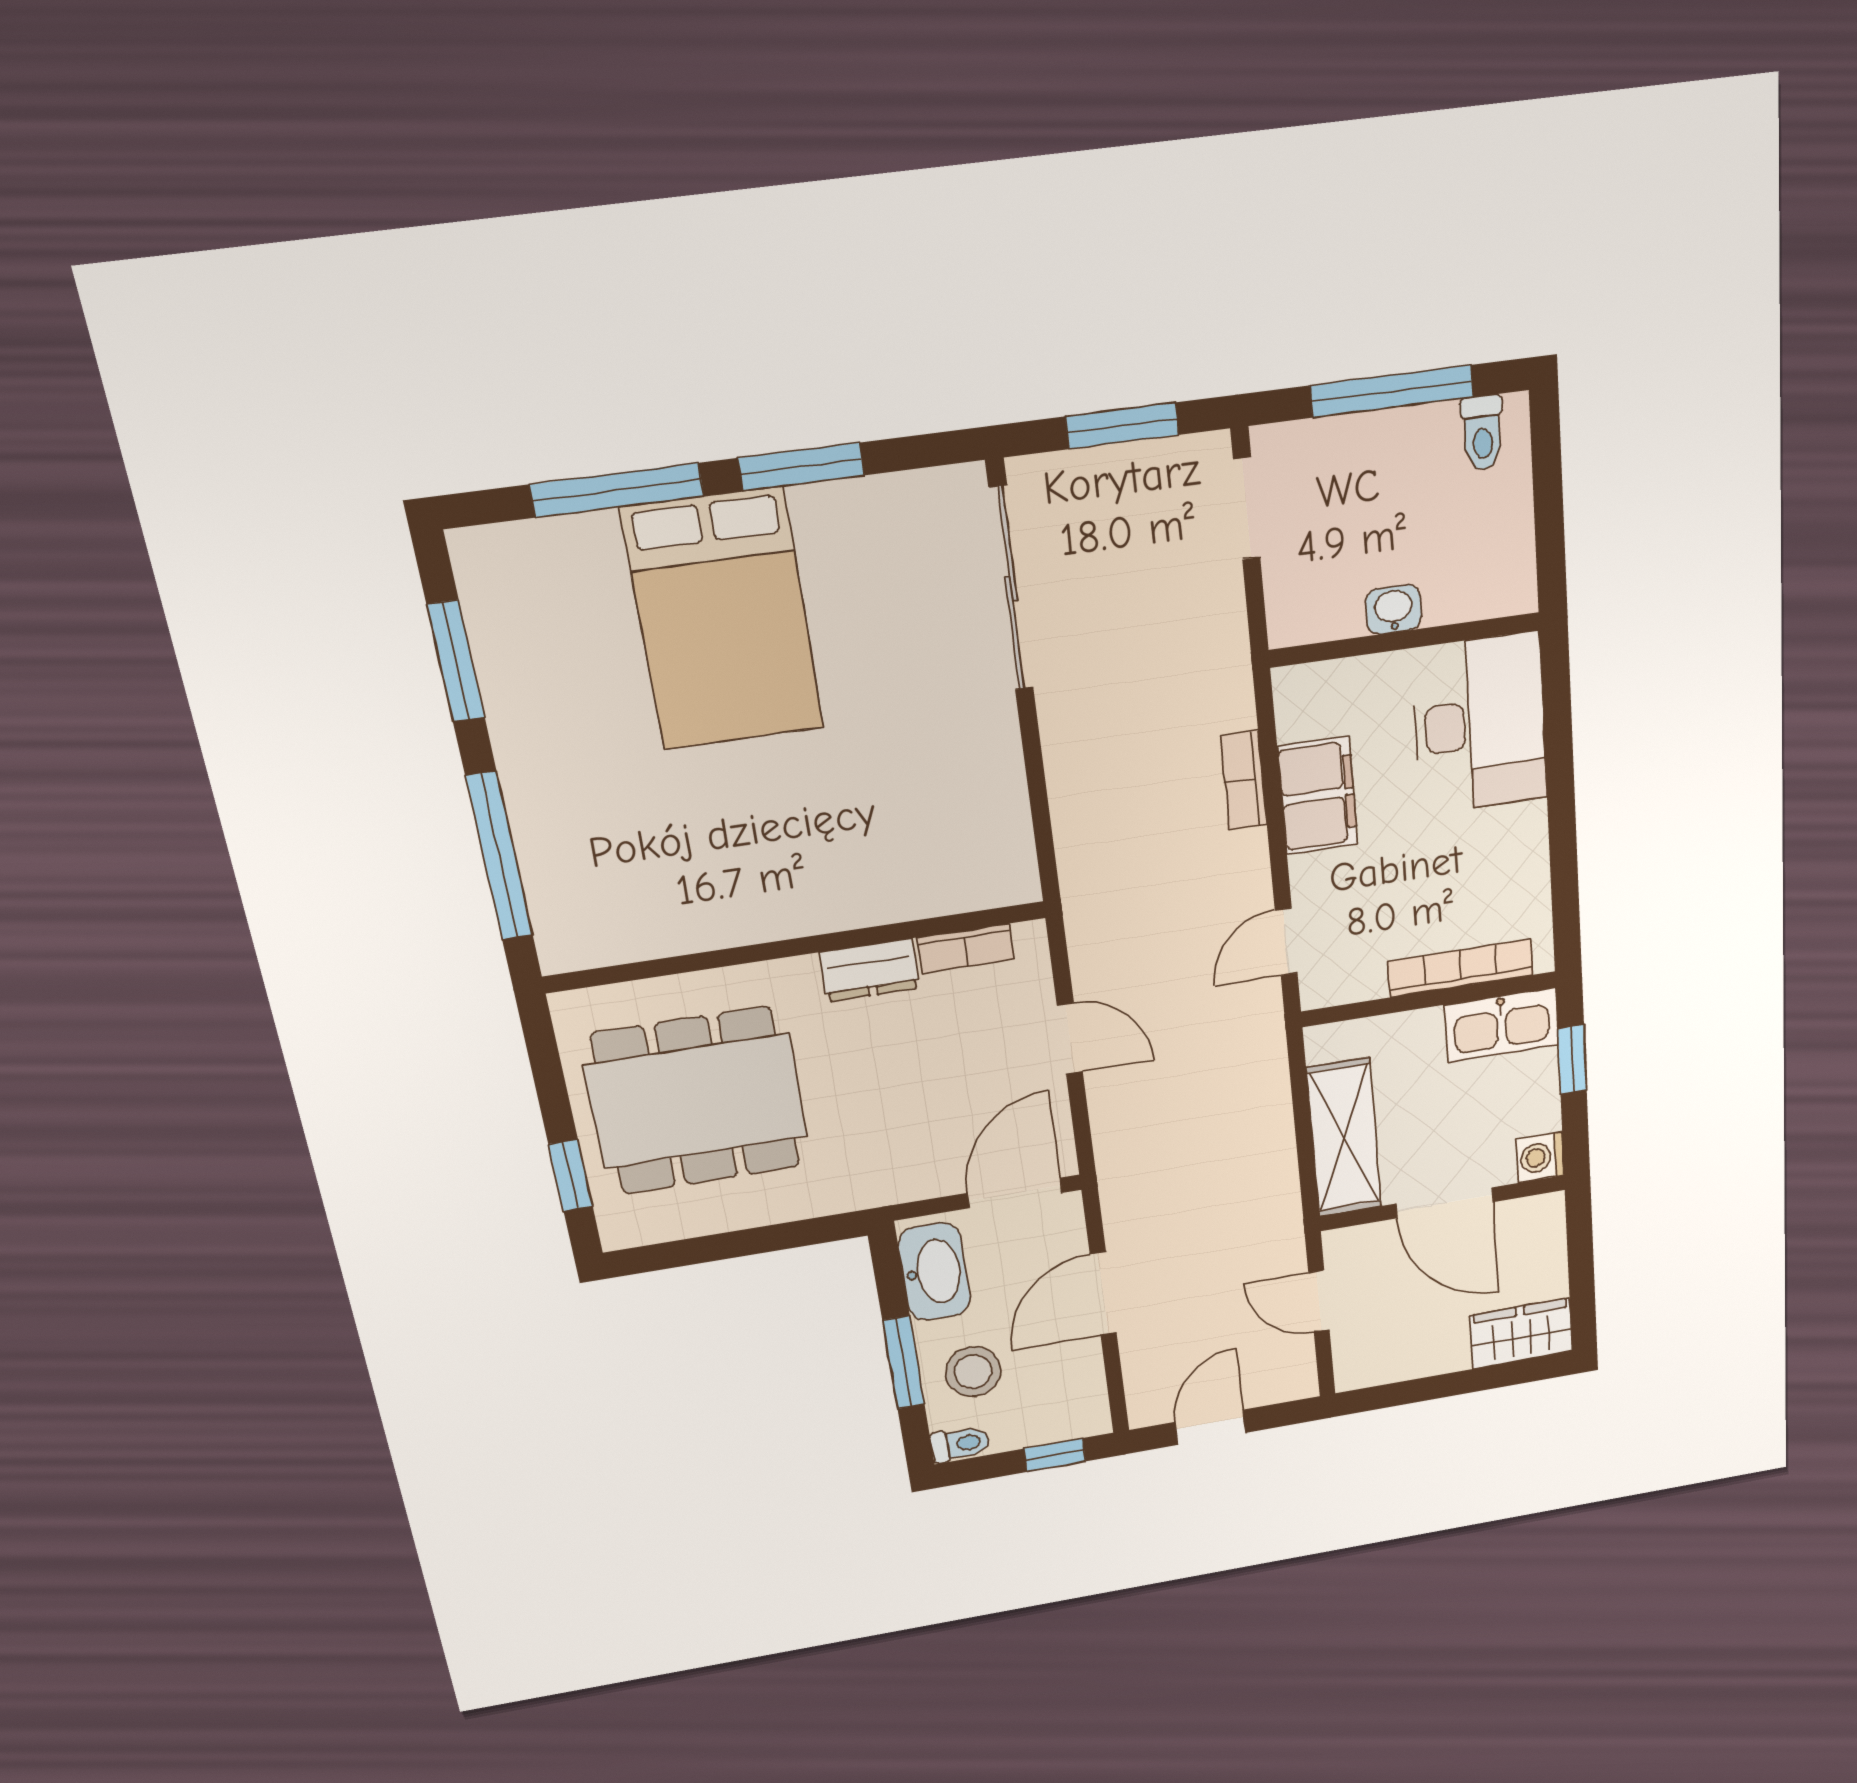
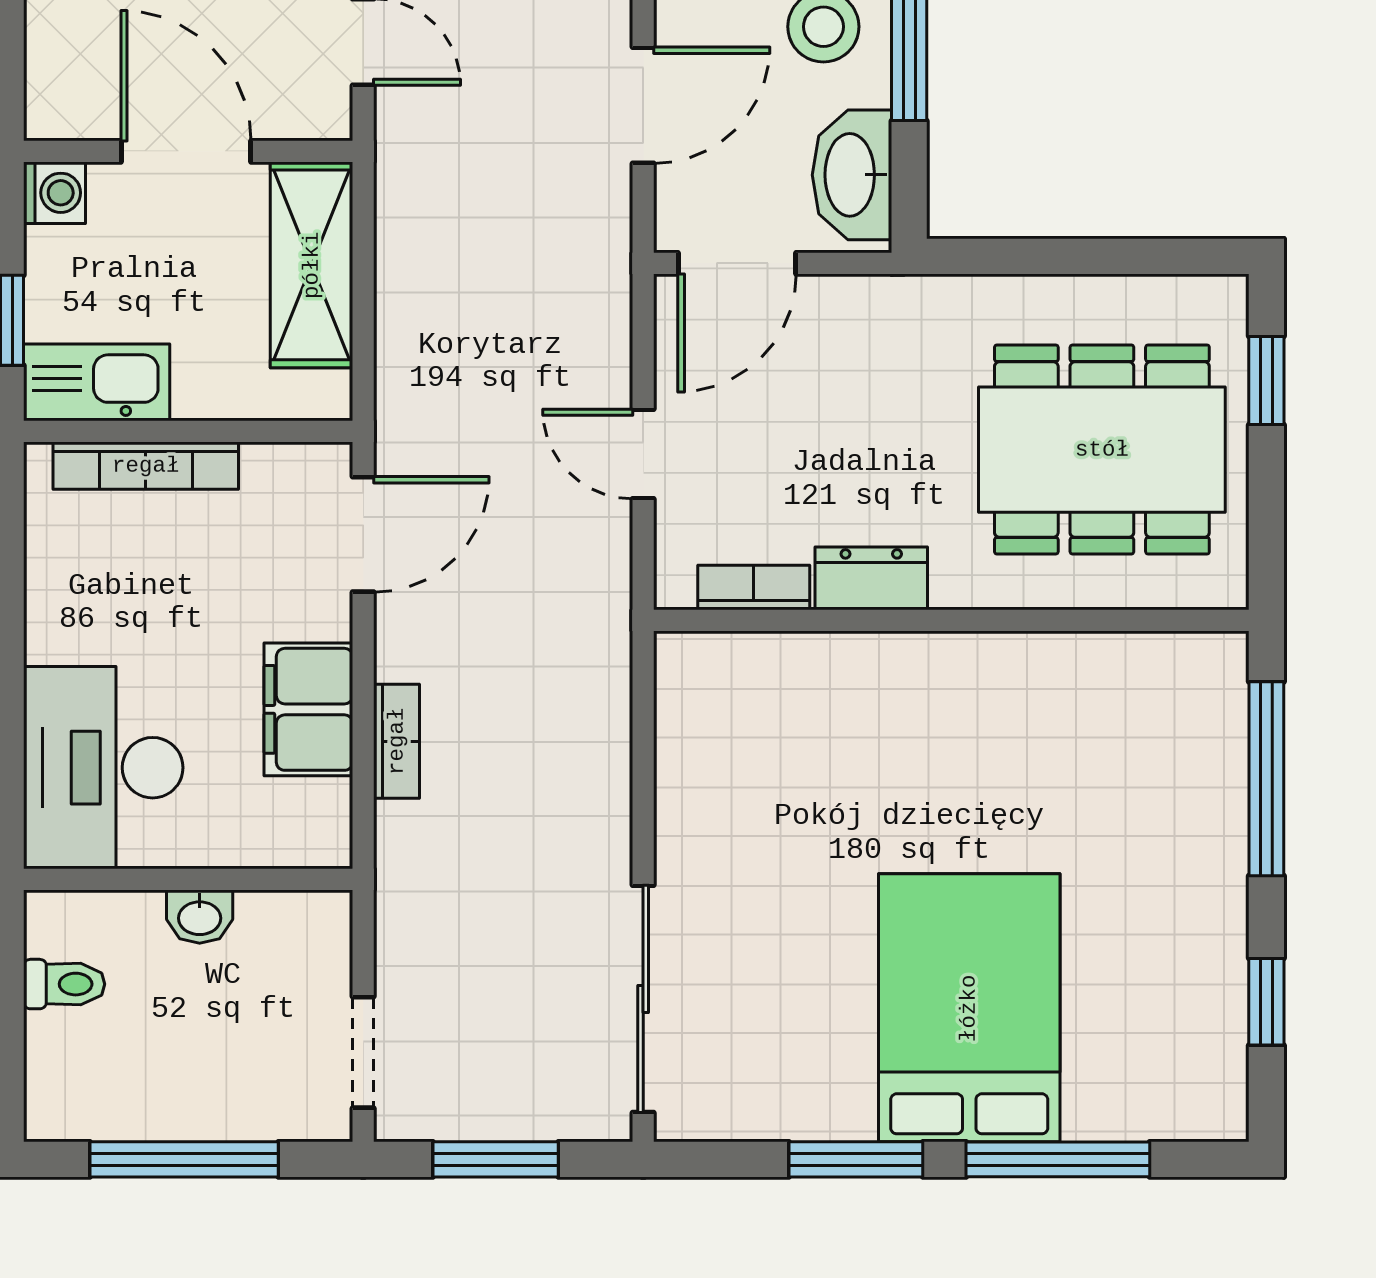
toilet: (1482, 433) -> (64, 984), moved, turned 90
window: (456, 661) -> (1266, 1002), width x0.67
door: (1286, 942) -> (363, 534), width x1.38

